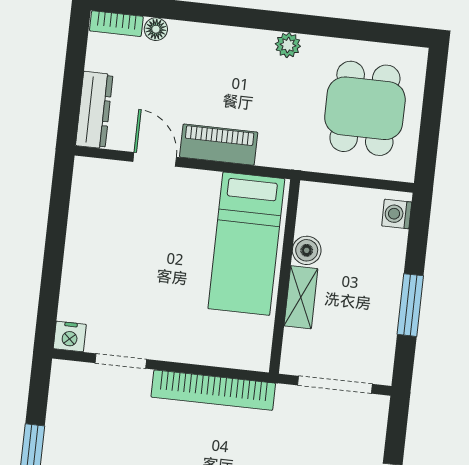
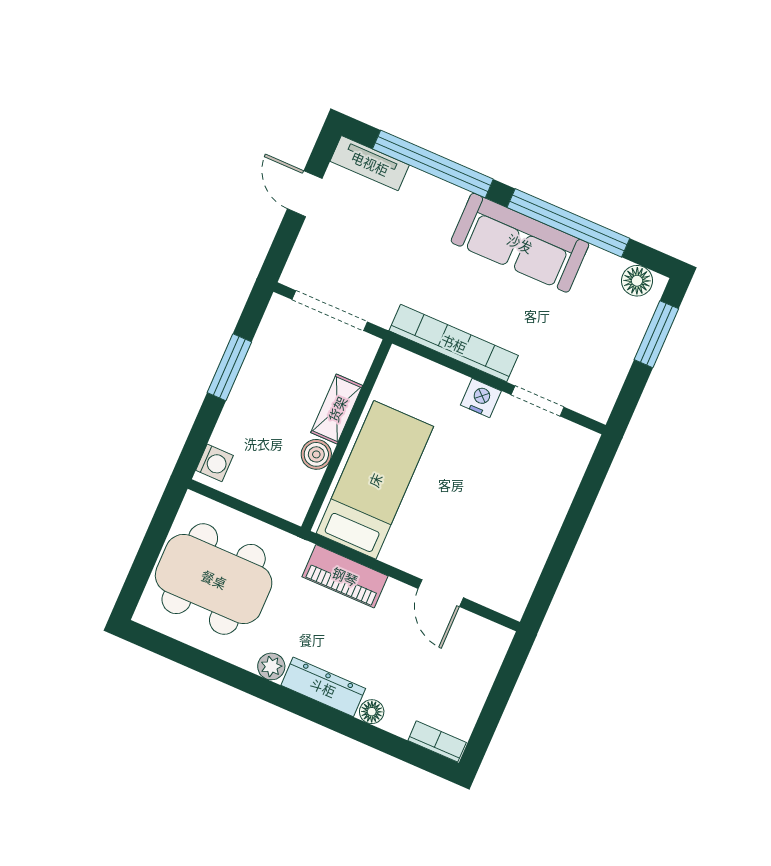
floor lamp: (156, 29) -> (372, 712), moved
dining table: (365, 108) -> (214, 579), width x1.38
dresser: (94, 110) -> (323, 687), moved, turned 90
piano: (219, 145) -> (345, 576), moved
nightstand: (70, 336) -> (481, 398), moved

